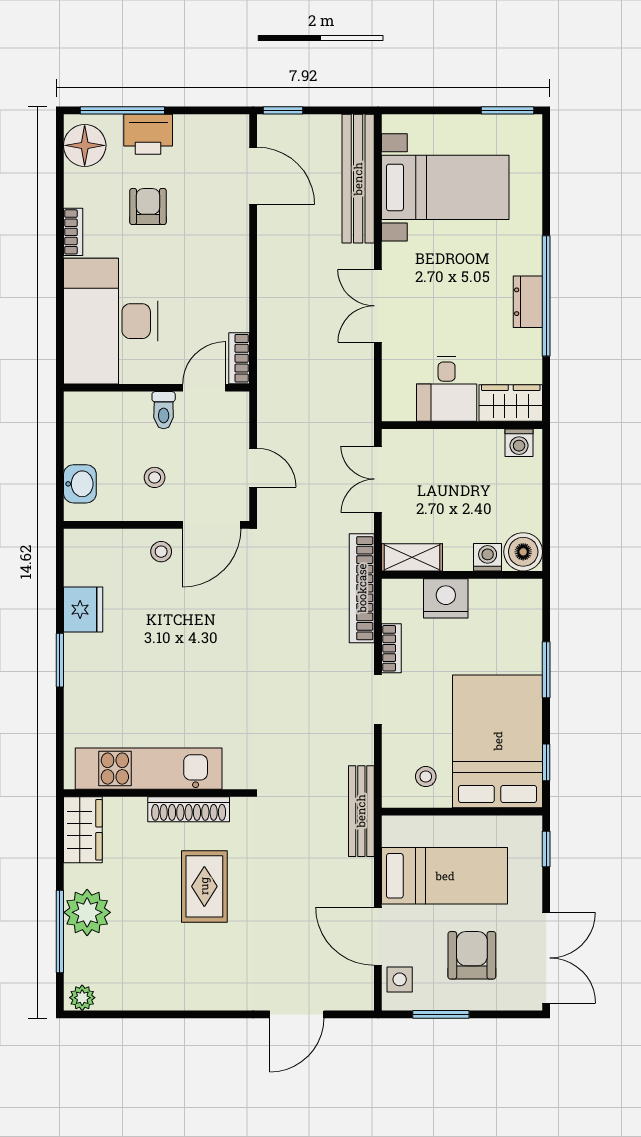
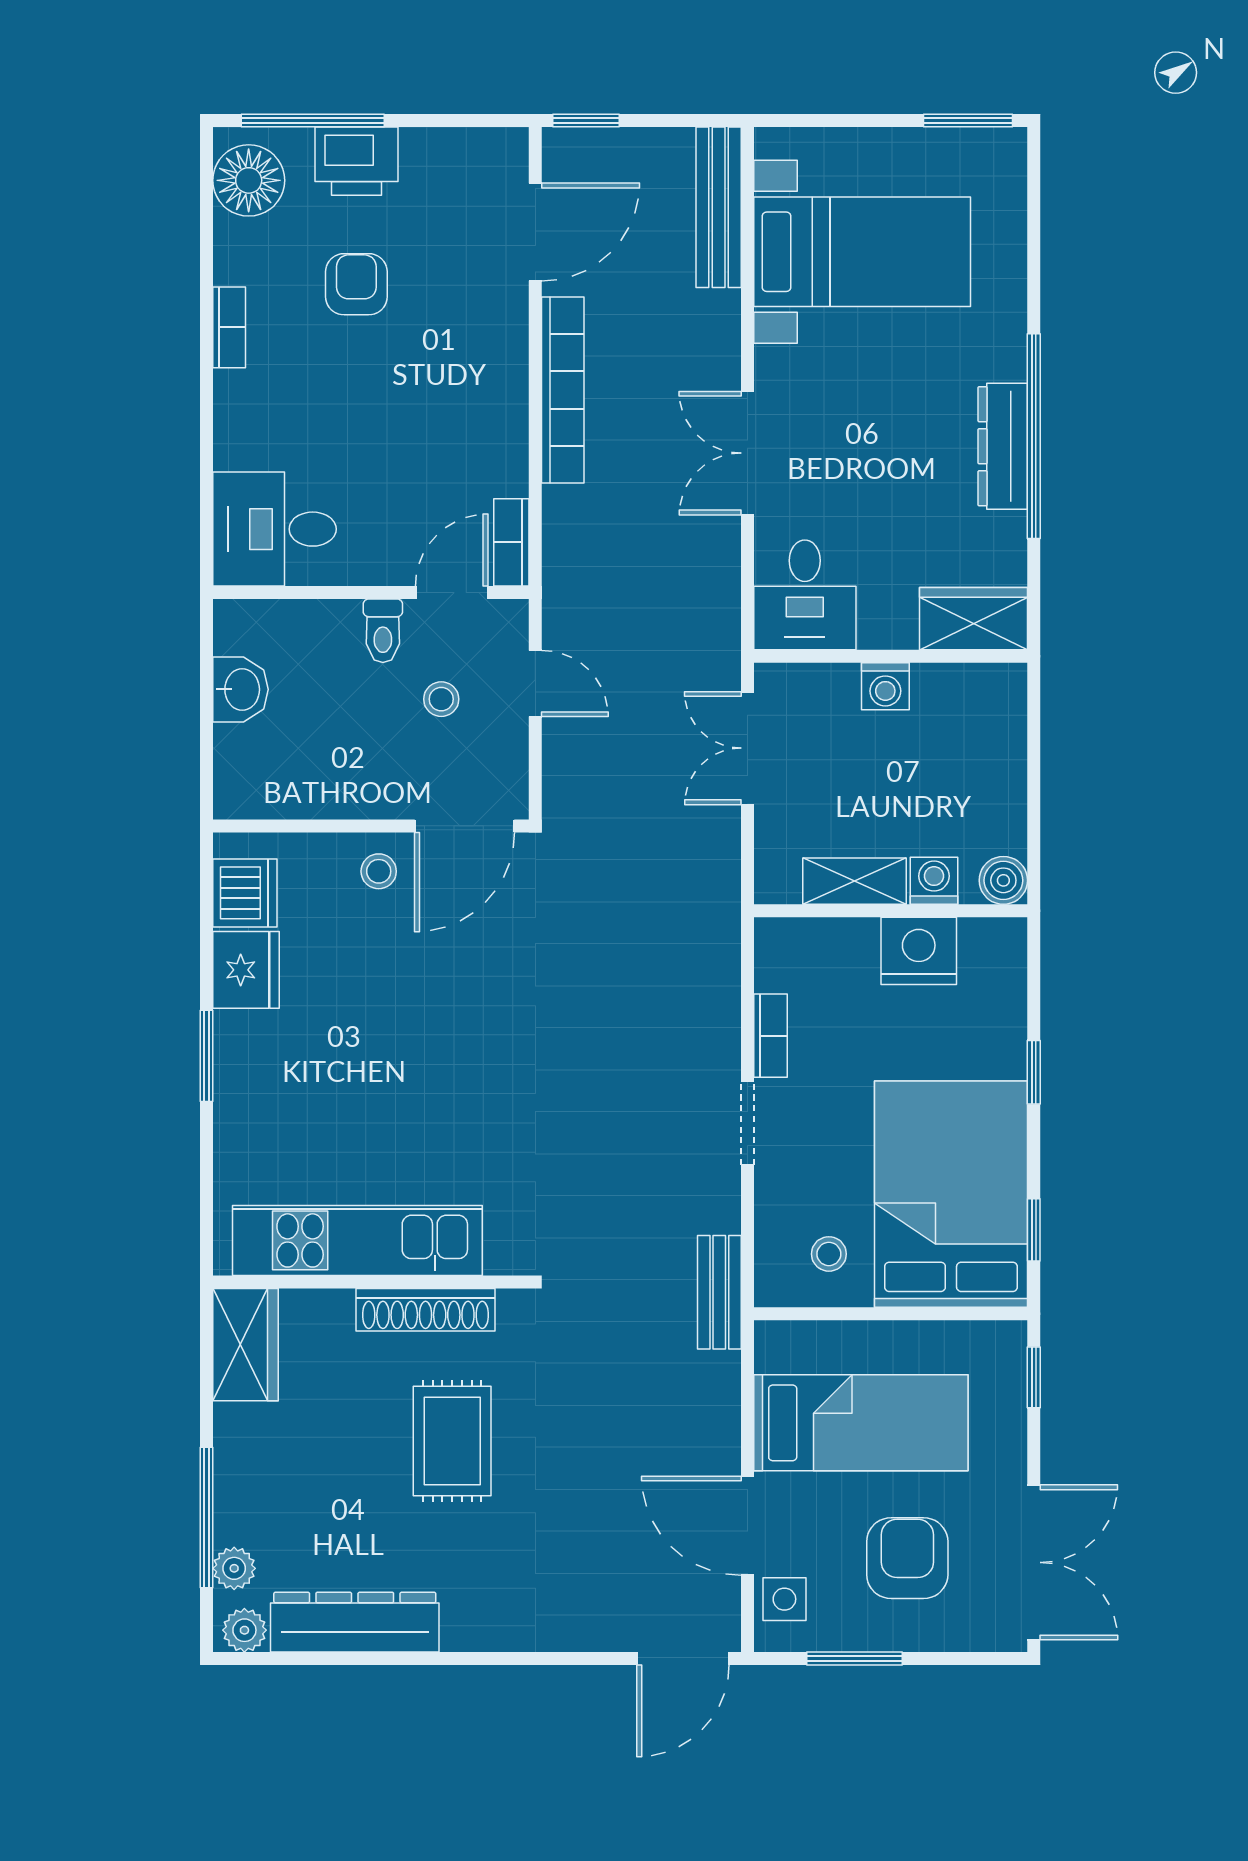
door: (253, 176) -> (535, 232), hinge flipped
bench: (358, 179) -> (719, 207), width x0.73, depth x0.82
dresser: (528, 302) -> (1003, 446), width x1.44
desk: (111, 321) -> (274, 529), width x0.53, depth x0.77
desk: (447, 389) -> (805, 595), moved
washing machine: (519, 443) -> (885, 686), moved
door: (253, 468) -> (535, 683), moved
stool: (155, 477) -> (441, 699), moved
washbasin: (80, 484) -> (240, 689), moved
boiler: (523, 552) -> (1003, 880), width x0.73, depth x0.73
shelving: (412, 557) -> (854, 881), moved
dishwasher: (82, 564) -> (245, 893), added
bookcase: (362, 588) -> (563, 390), moved, turned 180
nightstand: (446, 598) -> (919, 951), moved
window: (546, 670) -> (1034, 1072), width x0.67
bench: (361, 811) -> (719, 1292), width x0.73
plant: (87, 912) -> (234, 1568), moved, width x0.53, depth x0.53
dresser: (147, 993) -> (355, 1622), added
door: (297, 1014) -> (683, 1658), moved

